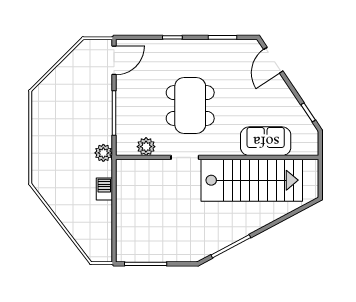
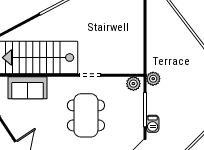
plant: (146, 147) -> (133, 84), moved
barbecue: (104, 189) -> (153, 124), moved

